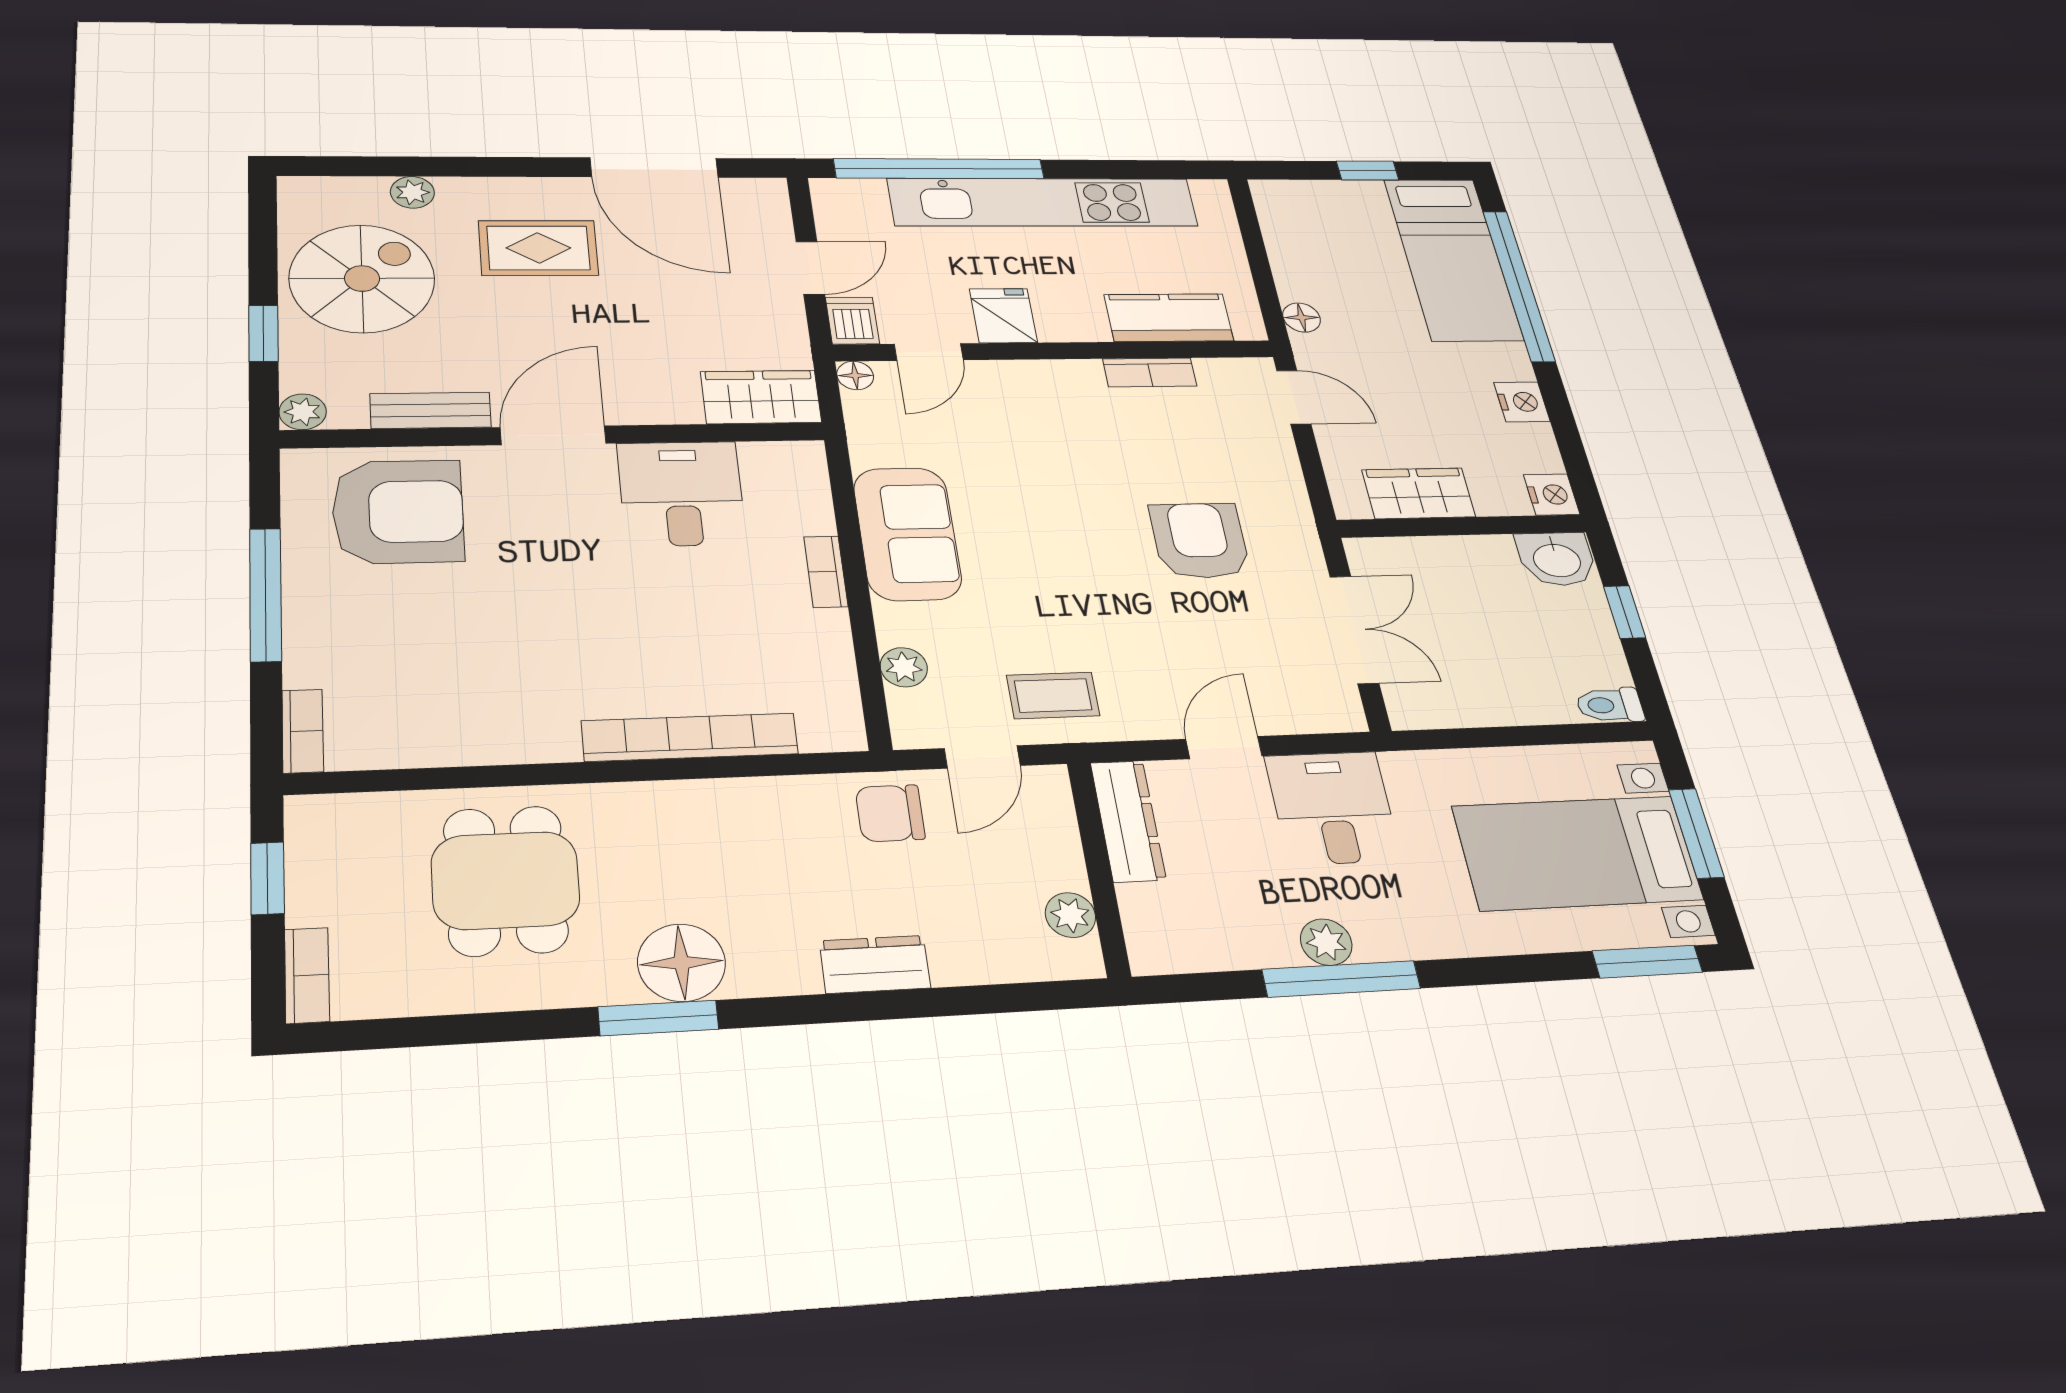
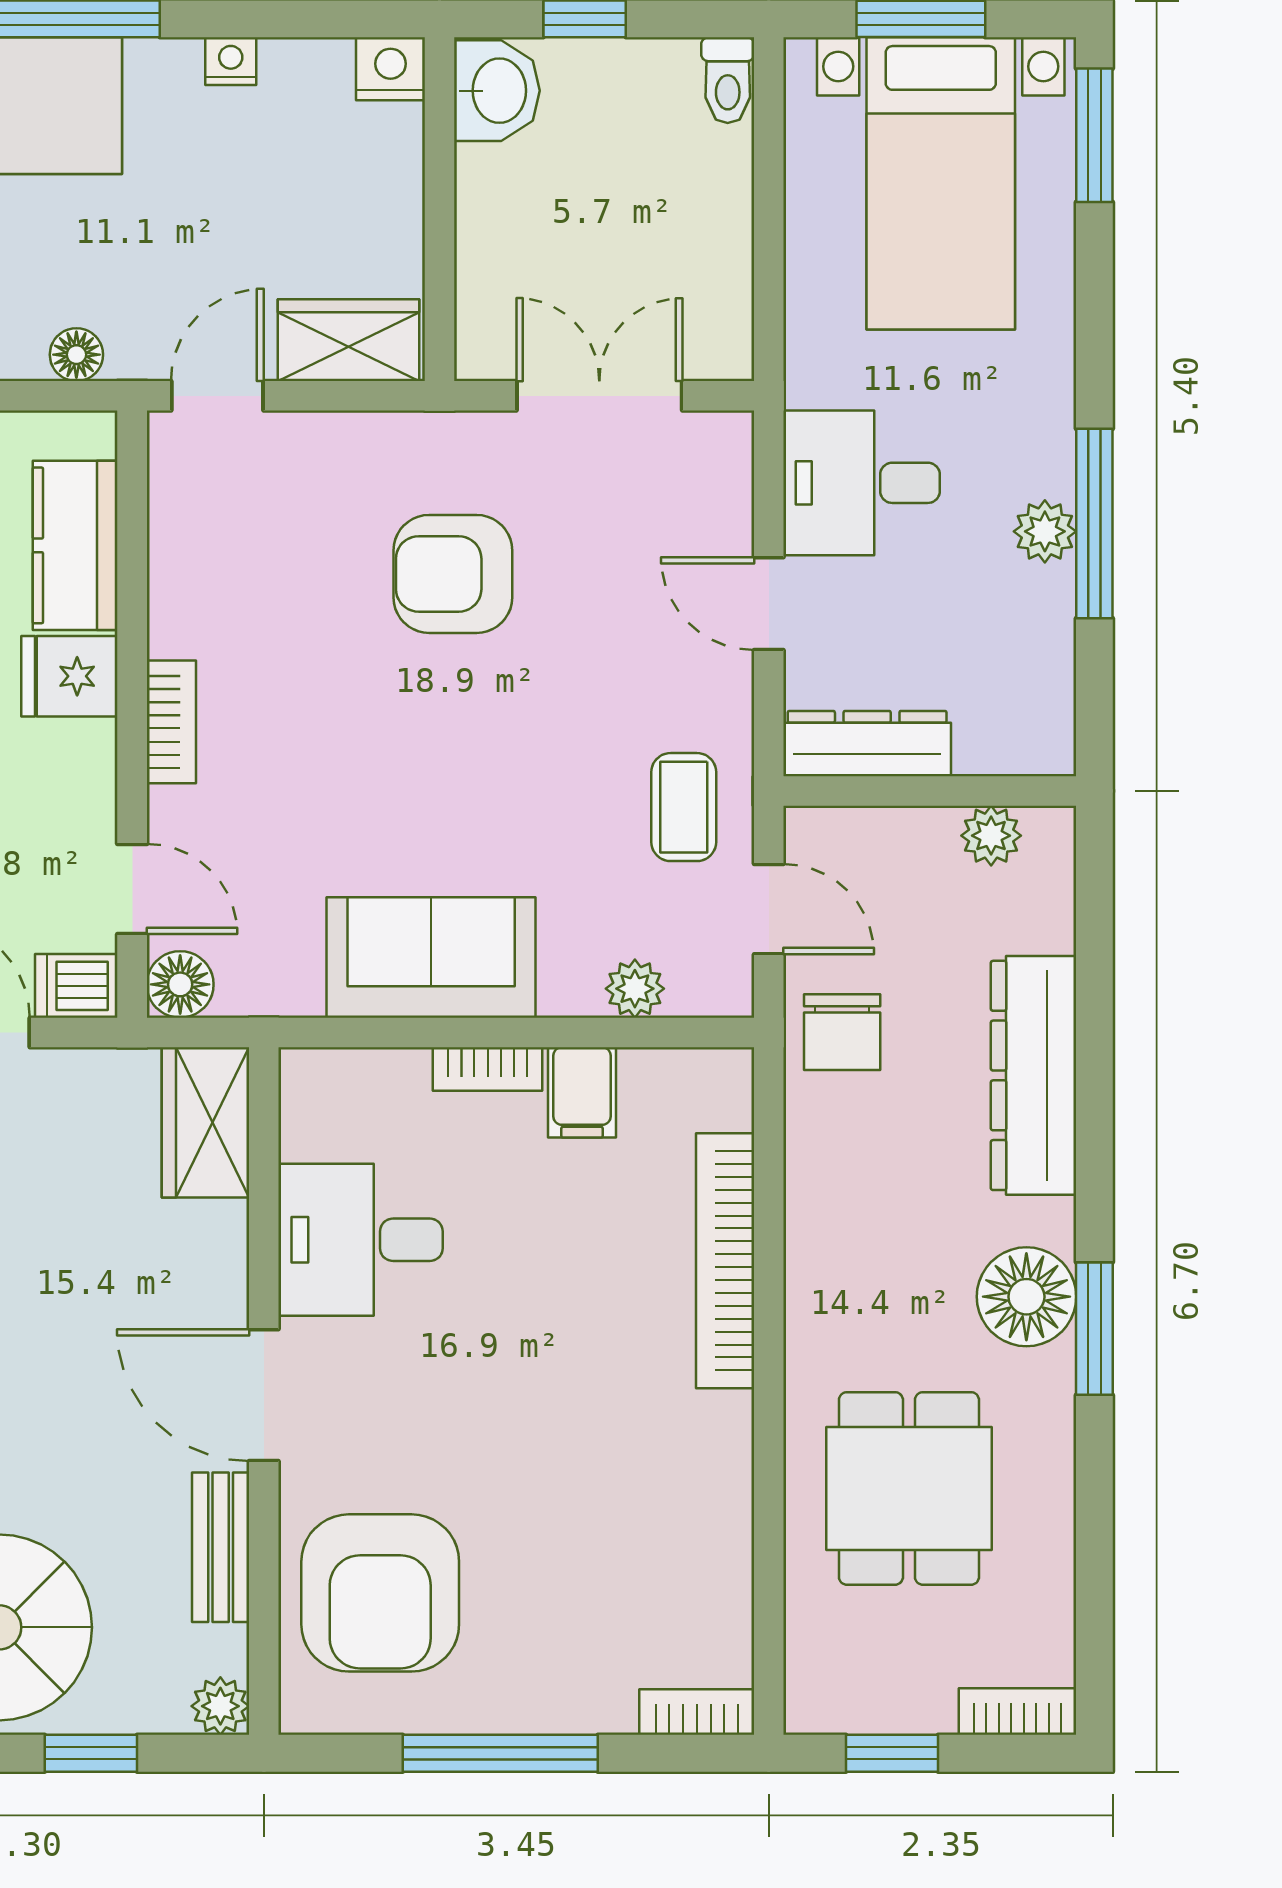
fridge: (1003, 316) -> (69, 676), moved
bookcase: (1150, 372) -> (171, 722), moved
floor lamp: (855, 375) -> (180, 984), width x1.37, depth x1.37
nightstand: (1522, 402) -> (231, 61), width x0.72, depth x0.74
wardrobe: (1419, 493) -> (349, 340), moved, turned 90
armchair: (398, 512) -> (380, 1593), turned 180
filing cabinet: (816, 634) -> (582, 1092), added
dining table: (505, 880) -> (909, 1488), turned 90
dresser: (875, 964) -> (1033, 1075), width x1.96, depth x1.24

